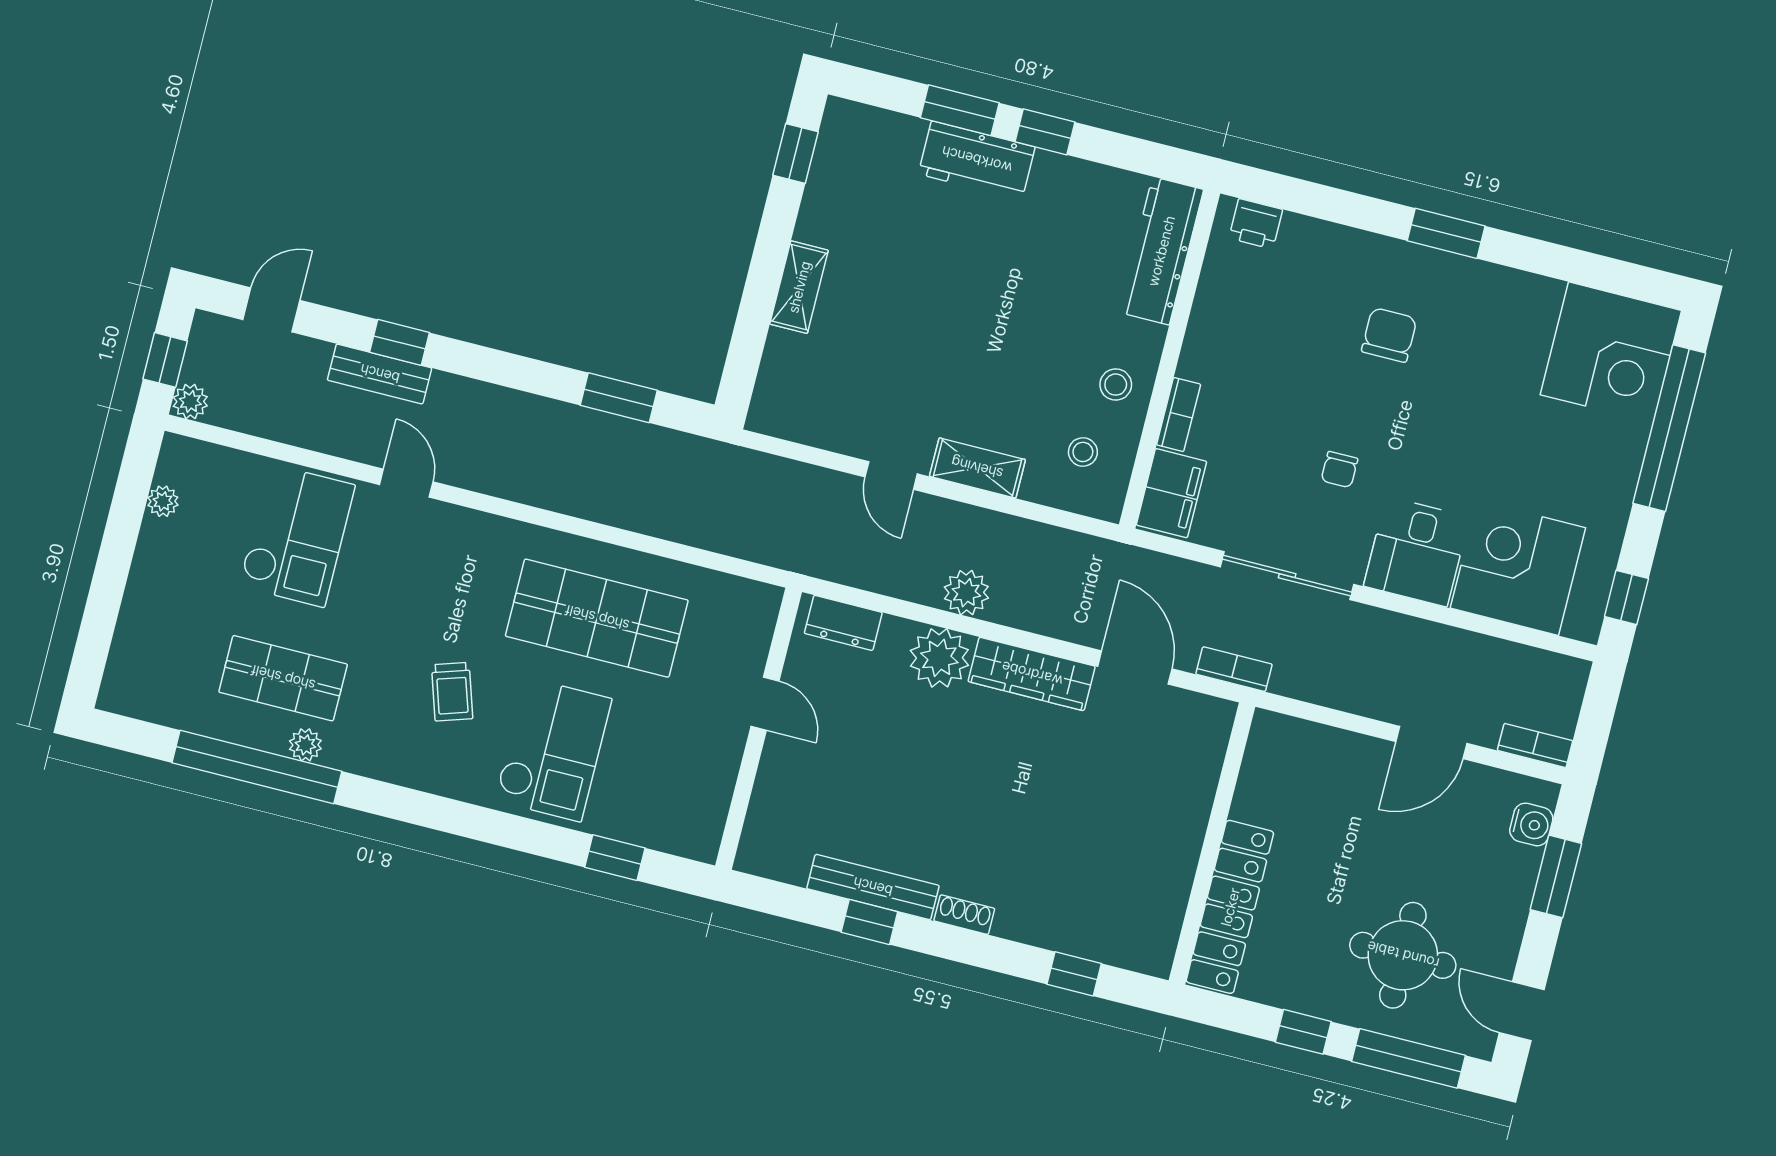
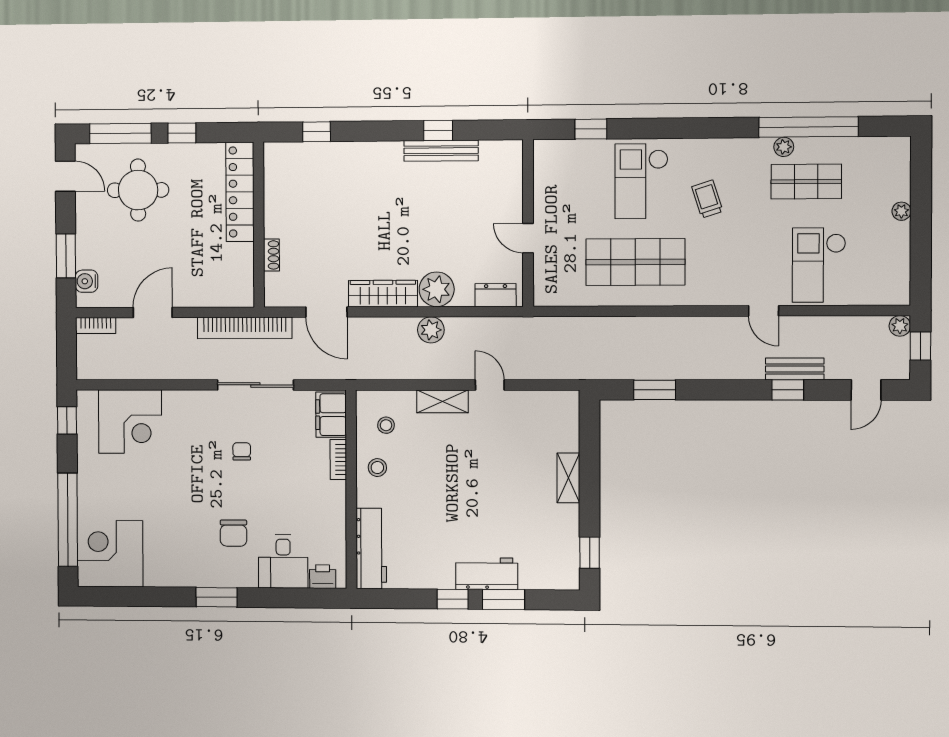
plant: (163, 501) -> (901, 211), moved
desk: (1417, 552) -> (283, 561), moved, turned 180
bookcase: (1234, 669) -> (245, 328), width x2.31, depth x1.31
shoe rack: (964, 915) -> (271, 255), moved, turned -90

